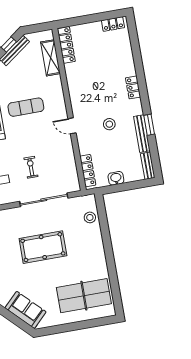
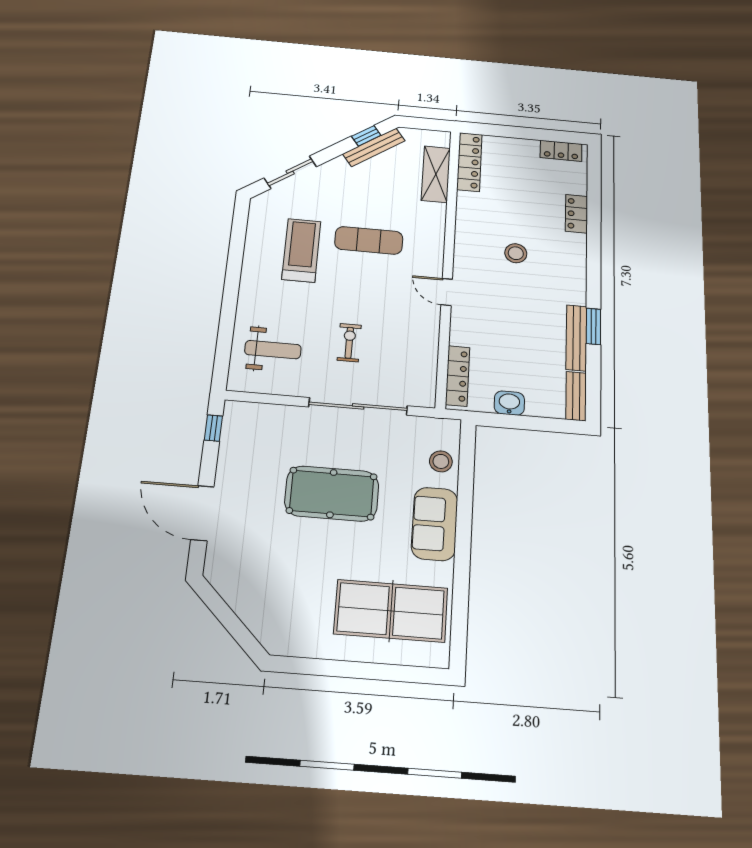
locker: (133, 87) -> (576, 214), moved
stool: (109, 124) -> (516, 253), moved
sofa: (25, 310) -> (435, 524), moved, turned -135

